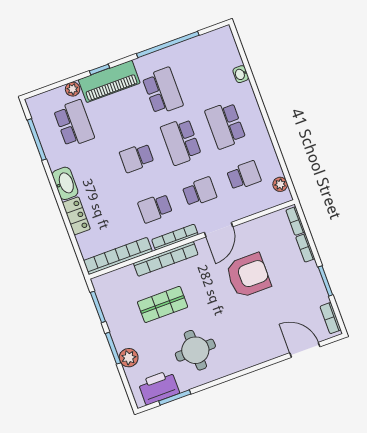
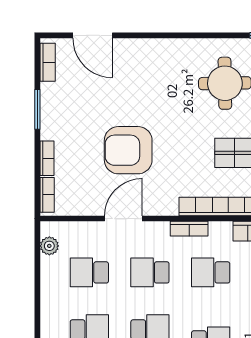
school desk: (155, 208) -> (211, 272), turned 180
door: (219, 230) -> (123, 219), moved
bookcase: (175, 237) -> (189, 229), width x0.64

